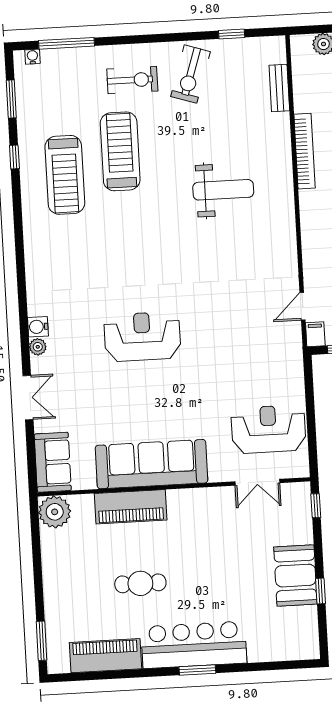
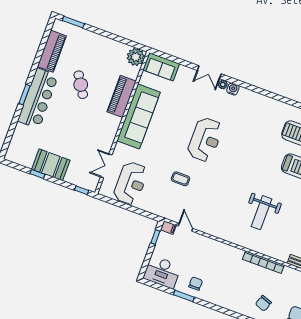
coffee table: (225, 349) -> (181, 179), added
double door: (28, 398) -> (209, 72), moved
cafe table: (140, 583) -> (81, 85), turned -32

